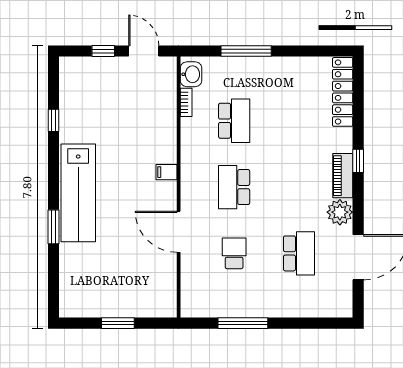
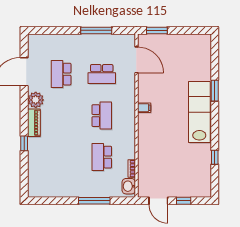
locker: (343, 92) -> (34, 175), removed
window: (358, 161) -> (24, 143), moved
filing cabinet: (166, 172) -> (144, 108), moved
door: (179, 232) -> (136, 60), moved
school desk: (234, 253) -> (102, 74), width x1.85
window: (118, 323) -> (157, 30), moved

